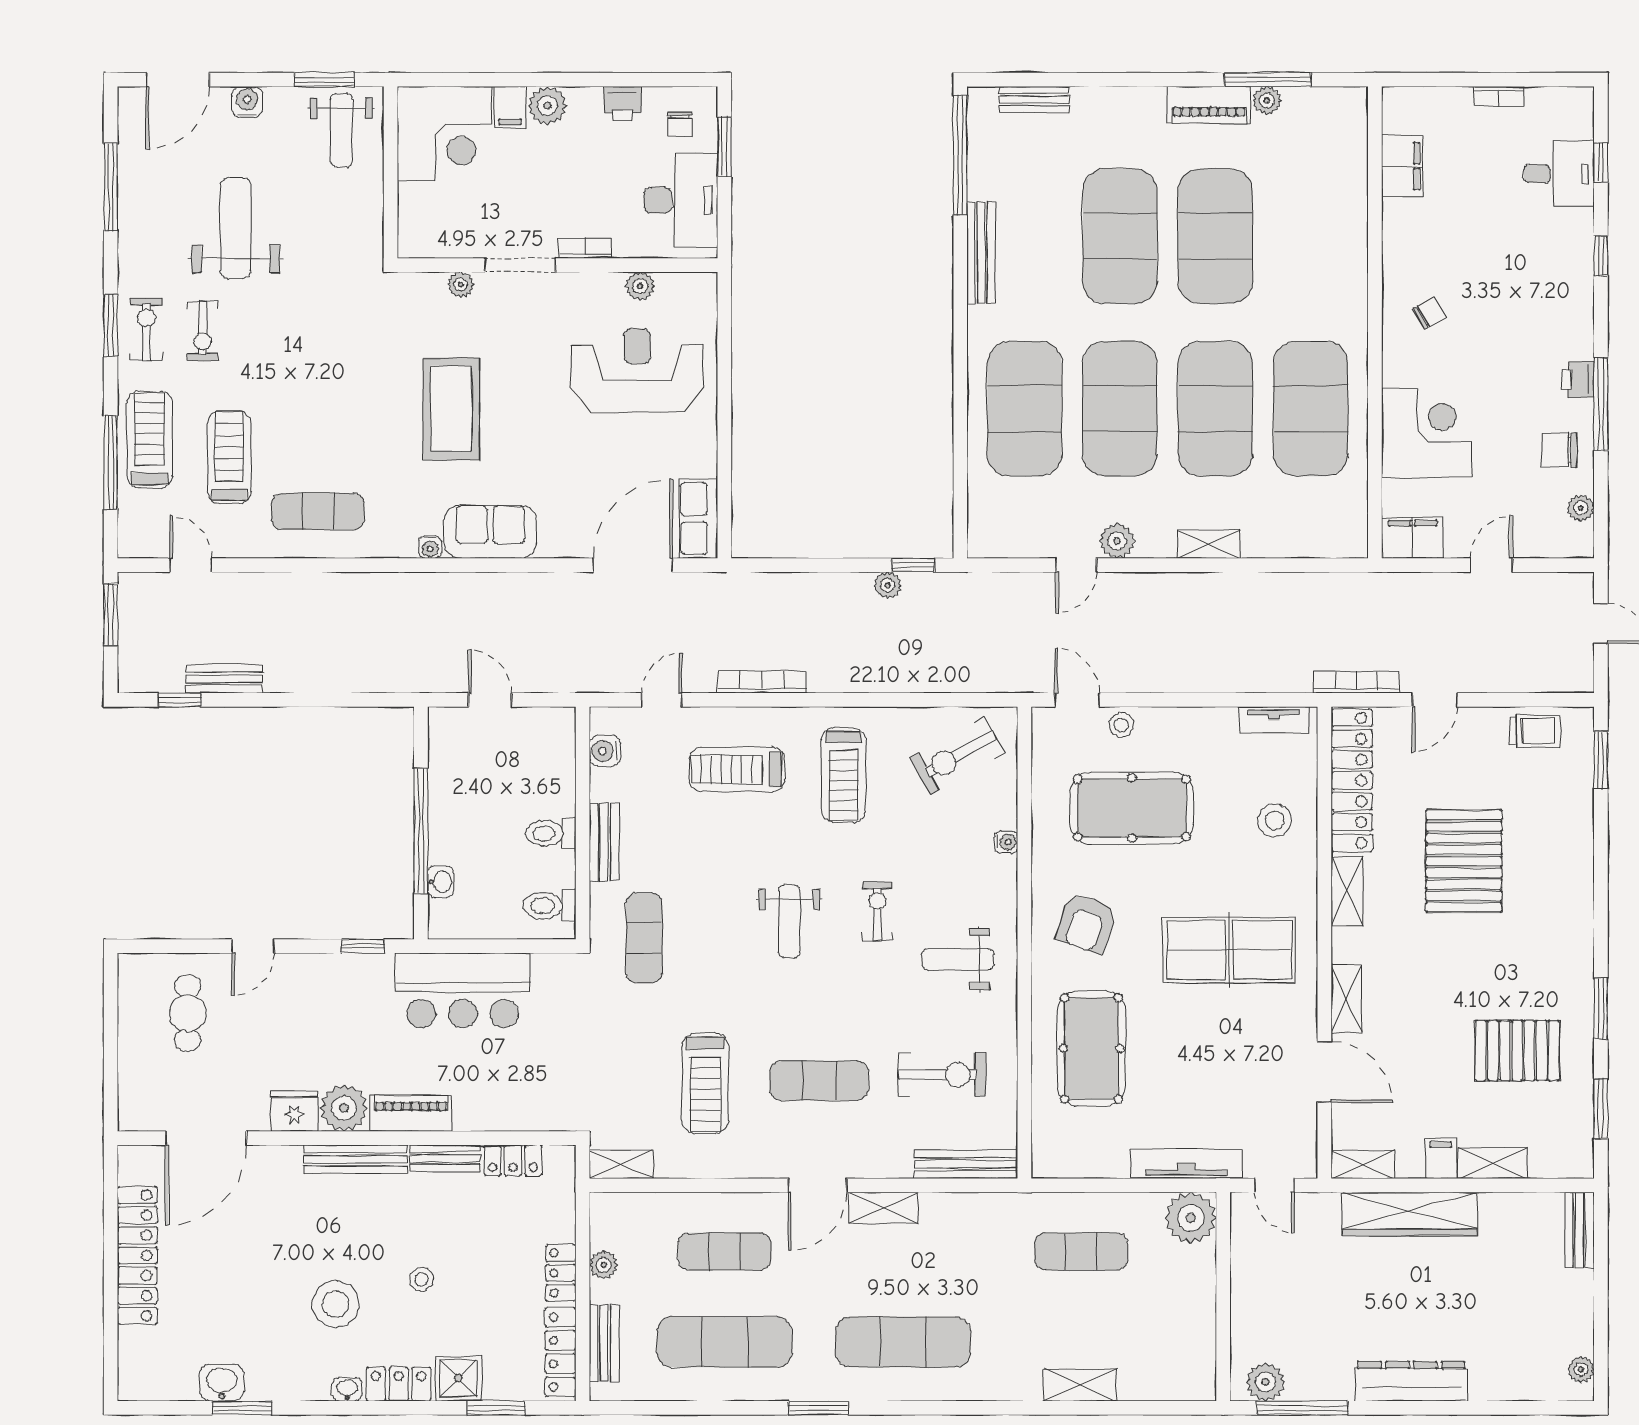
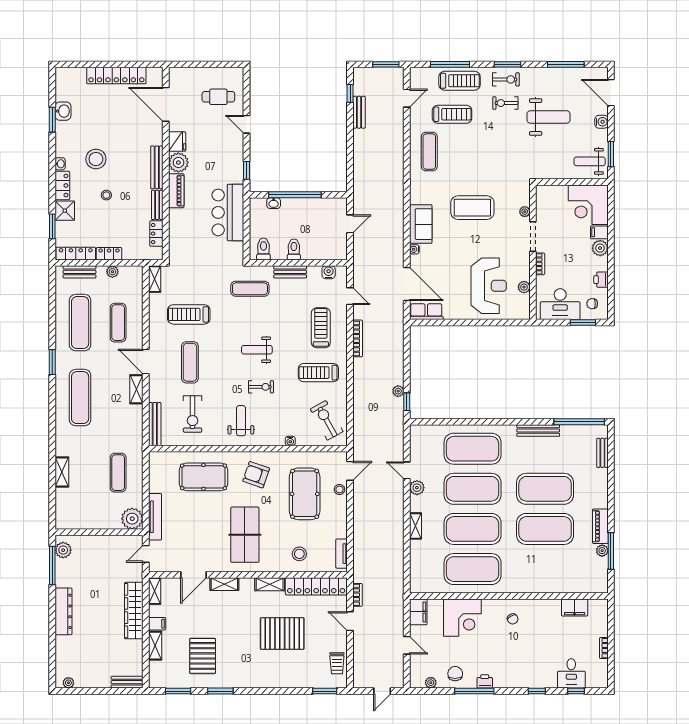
water cooler: (430, 547) -> (414, 249), moved
bookcase: (1356, 682) -> (357, 595), width x0.64

